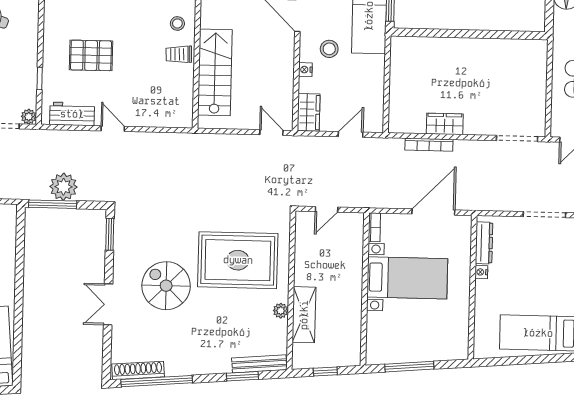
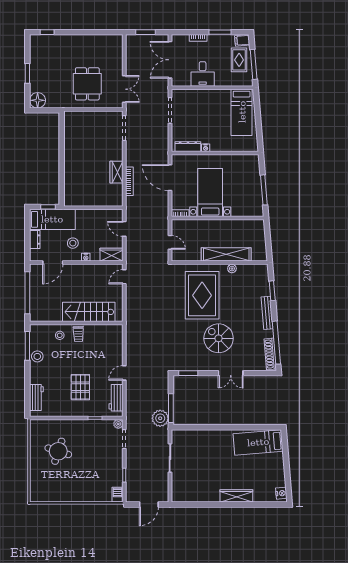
plant: (63, 187) -> (160, 418), moved
spiral stairs: (166, 286) -> (219, 338), turned 90
shelving: (304, 315) -> (226, 254), width x1.47
bench: (259, 364) -> (267, 313), moved
window: (325, 371) -> (268, 241), removed

